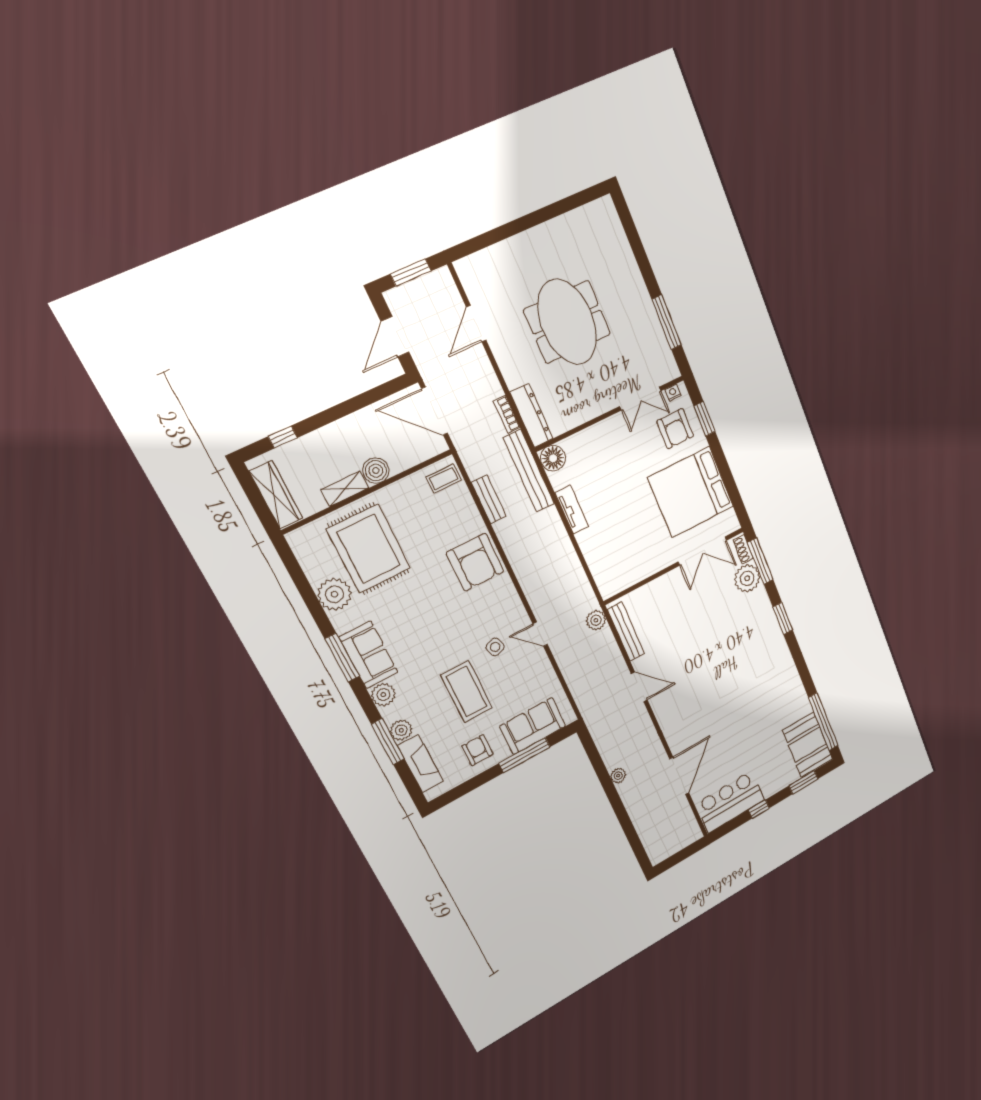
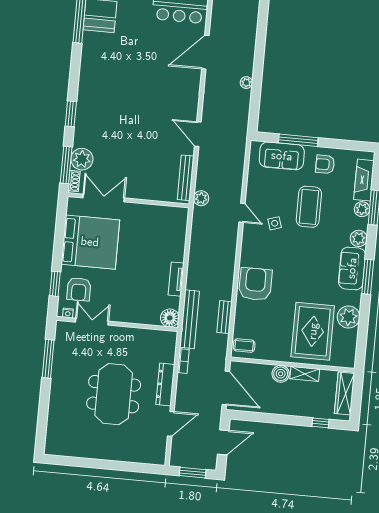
dresser: (532, 416) -> (165, 384), moved
armchair: (675, 429) -> (79, 289), turned 180
armchair: (477, 750) -> (325, 164), turned 90

